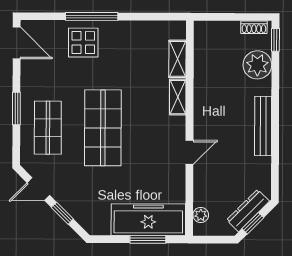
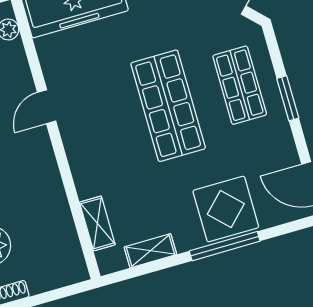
display table: (83, 43) -> (226, 209), width x1.36, depth x1.36
shelving: (178, 97) -> (150, 251), moved, turned 90

